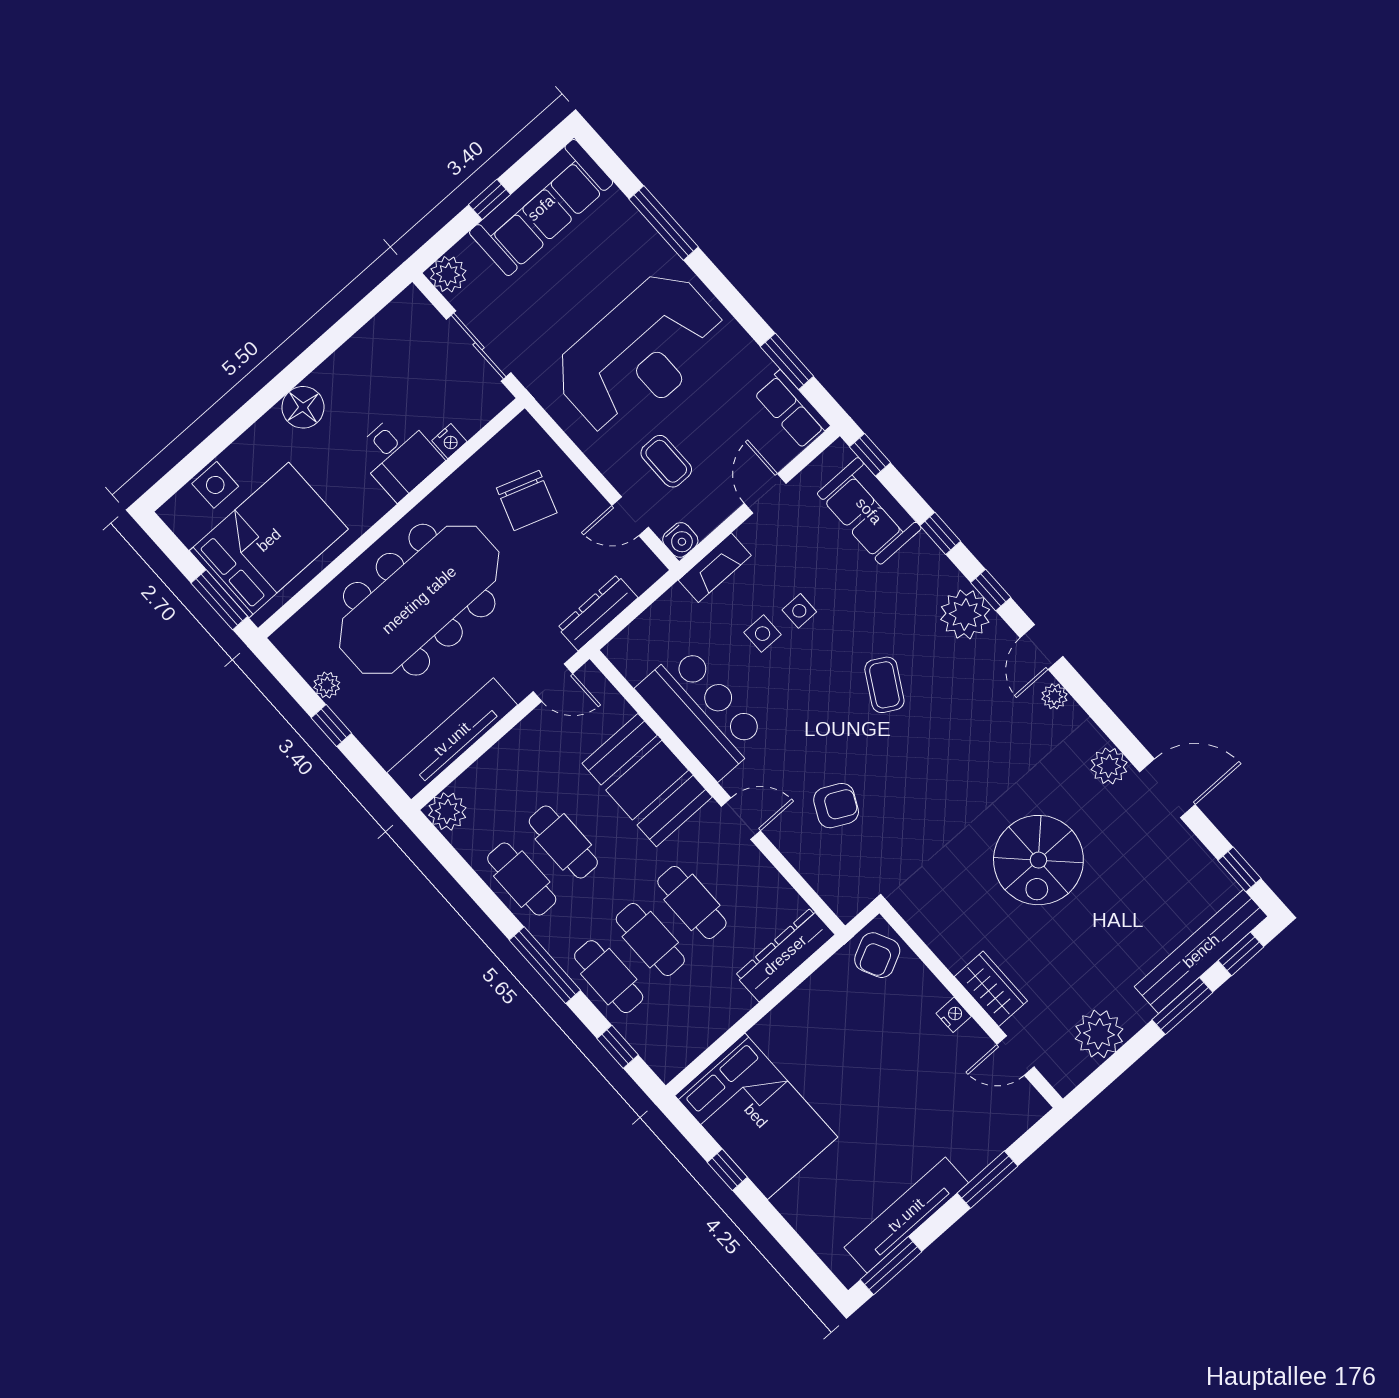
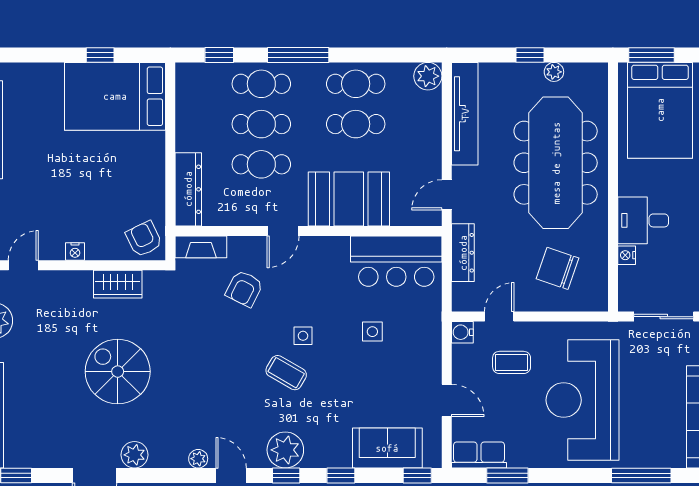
fireplace: (715, 568) -> (201, 247), moved, turned -90
side table: (799, 611) -> (303, 336), moved
bar counter: (702, 712) -> (396, 261), moved
wardrobe: (991, 989) -> (118, 284), moved

